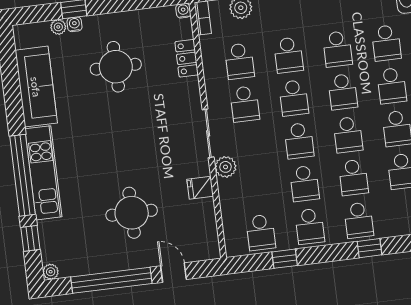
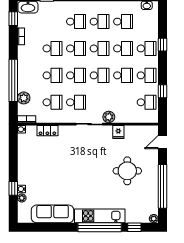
school desk: (386, 43) -> (53, 22), removed
round table: (116, 67) -> (47, 170), removed
door: (173, 273) -> (162, 142), moved

